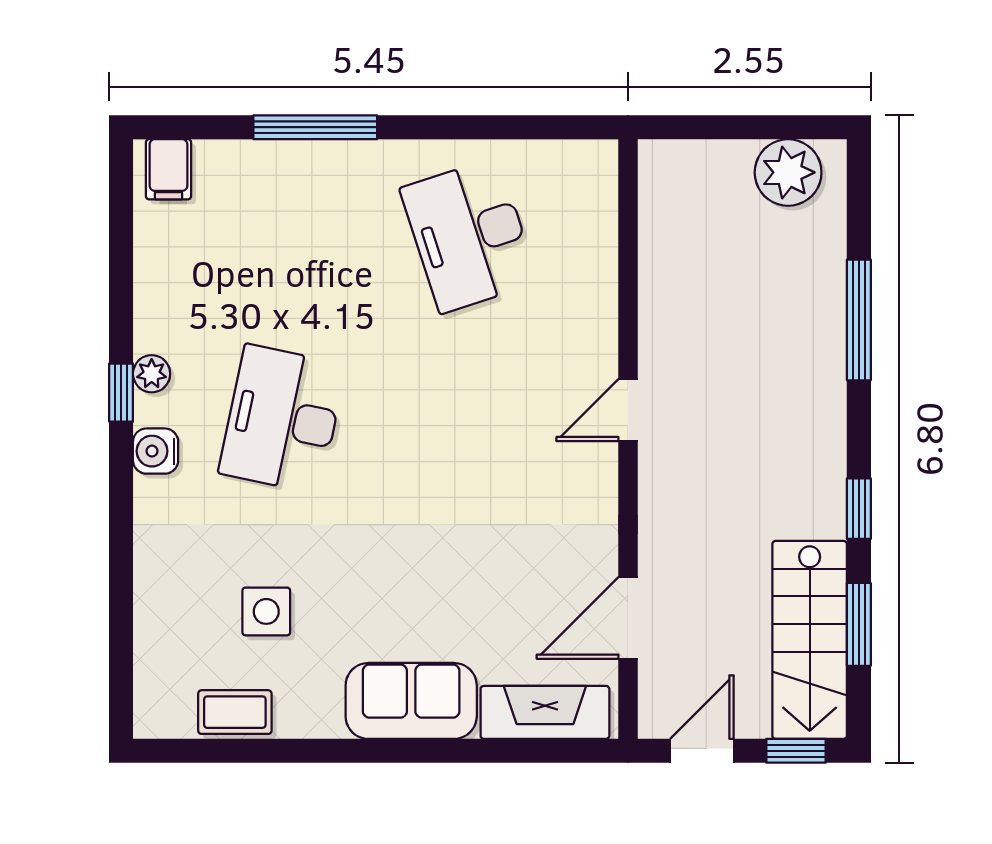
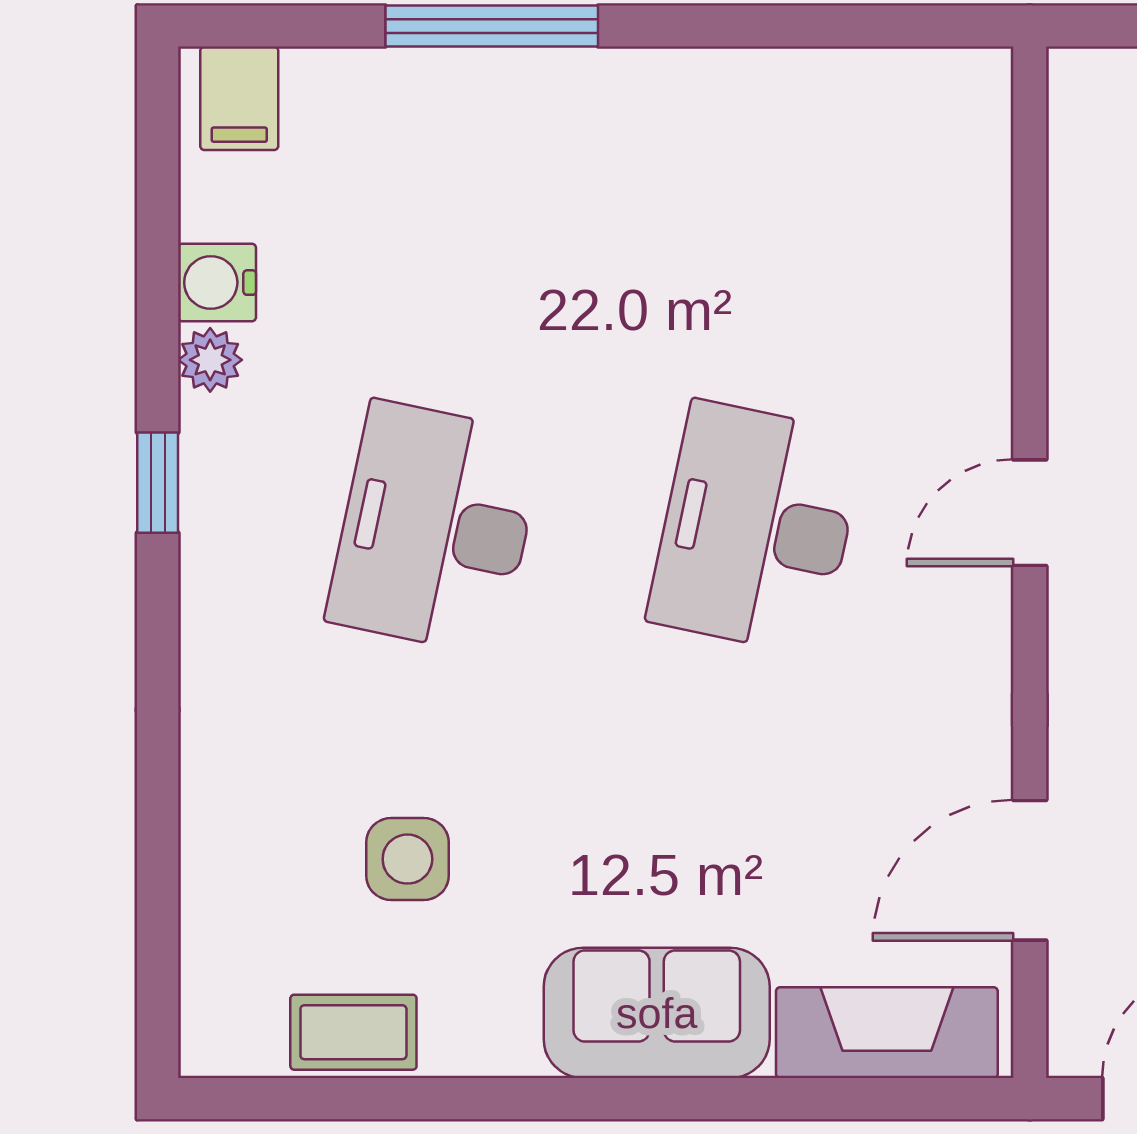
desk: (469, 235) -> (756, 528), moved, turned 30
plant: (152, 374) -> (210, 360), moved
water cooler: (156, 451) -> (217, 283), moved

